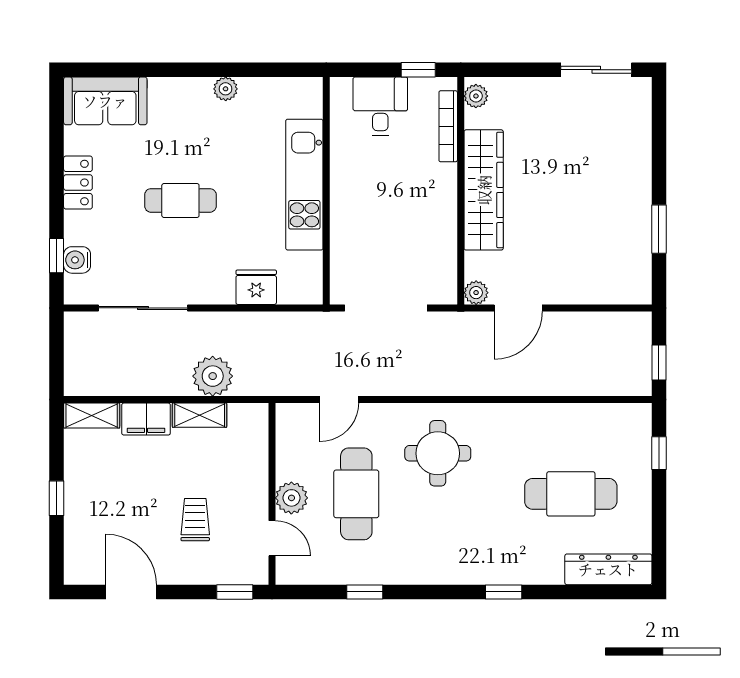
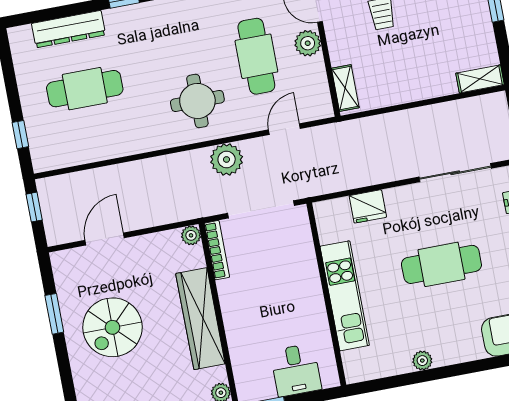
bookcase: (448, 126) -> (217, 250), moved
cafe table: (180, 200) -> (441, 264), width x1.37, depth x1.35
spiral stairs: (592, 200) -> (112, 327), added
door: (518, 308) -> (105, 239), moved
plant: (213, 376) -> (227, 159), moved
shelving: (200, 415) -> (345, 88), moved, turned 90
filing cabinet: (146, 419) -> (436, 84), removed
dresser: (608, 569) -> (69, 29), moved

